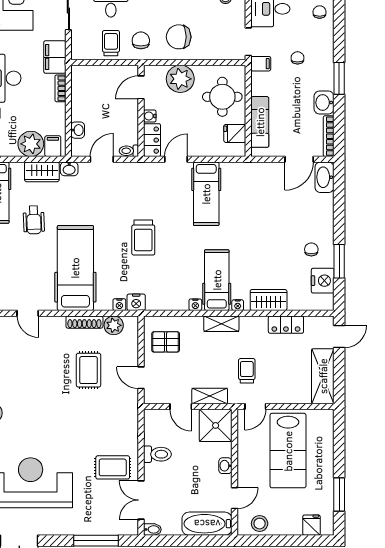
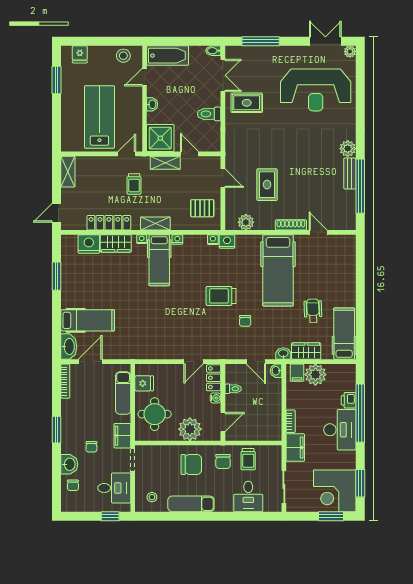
filing cabinet: (261, 64) -> (122, 436), width x2.00
washbasin: (324, 103) -> (69, 464), moved
washbasin: (78, 130) -> (276, 371), moved
toilet: (129, 151) -> (233, 389), moved
door: (102, 159) -> (256, 362), hinge flipped
hospital bed: (206, 194) -> (88, 320), moved, turned 90
trolley: (143, 238) -> (221, 296), turned -90
chair: (311, 249) -> (245, 321), moved
nightstand: (323, 281) -> (89, 244), moved, turned 90
nightstand: (119, 305) -> (213, 240), moved
shoe rack: (84, 322) -> (291, 225), moved
locker: (286, 325) -> (109, 223), width x1.53
shelving: (323, 376) -> (68, 172), width x0.67, depth x0.75

